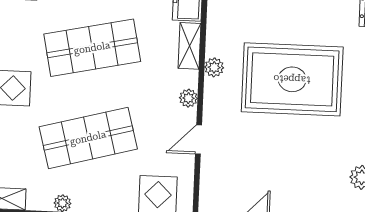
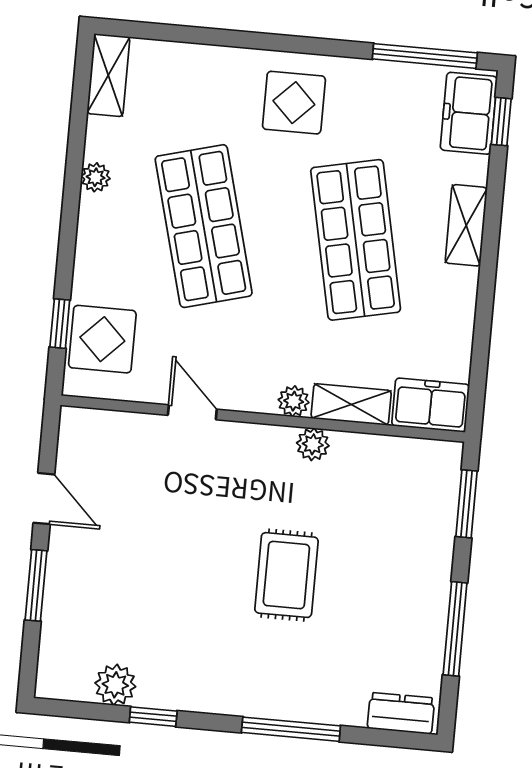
rug: (292, 79) -> (286, 575), width x0.54, depth x0.49
plant: (188, 98) -> (294, 401), moved

